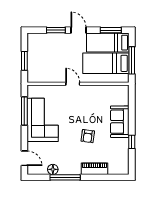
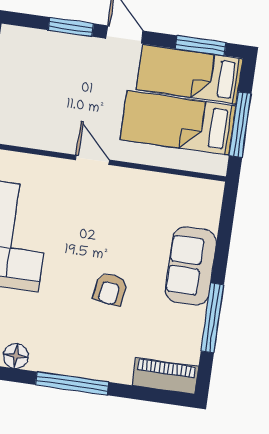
window: (132, 142) -> (212, 318), width x2.17
piano: (95, 169) -> (165, 376), moved
window: (65, 177) -> (72, 383), moved

